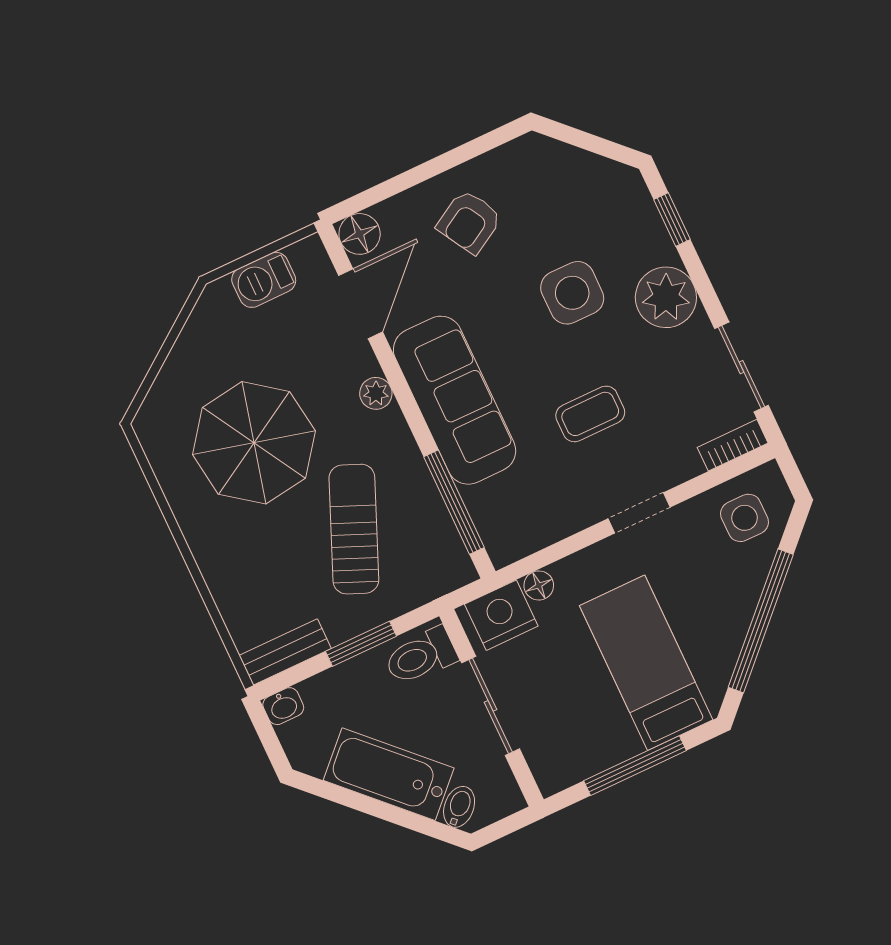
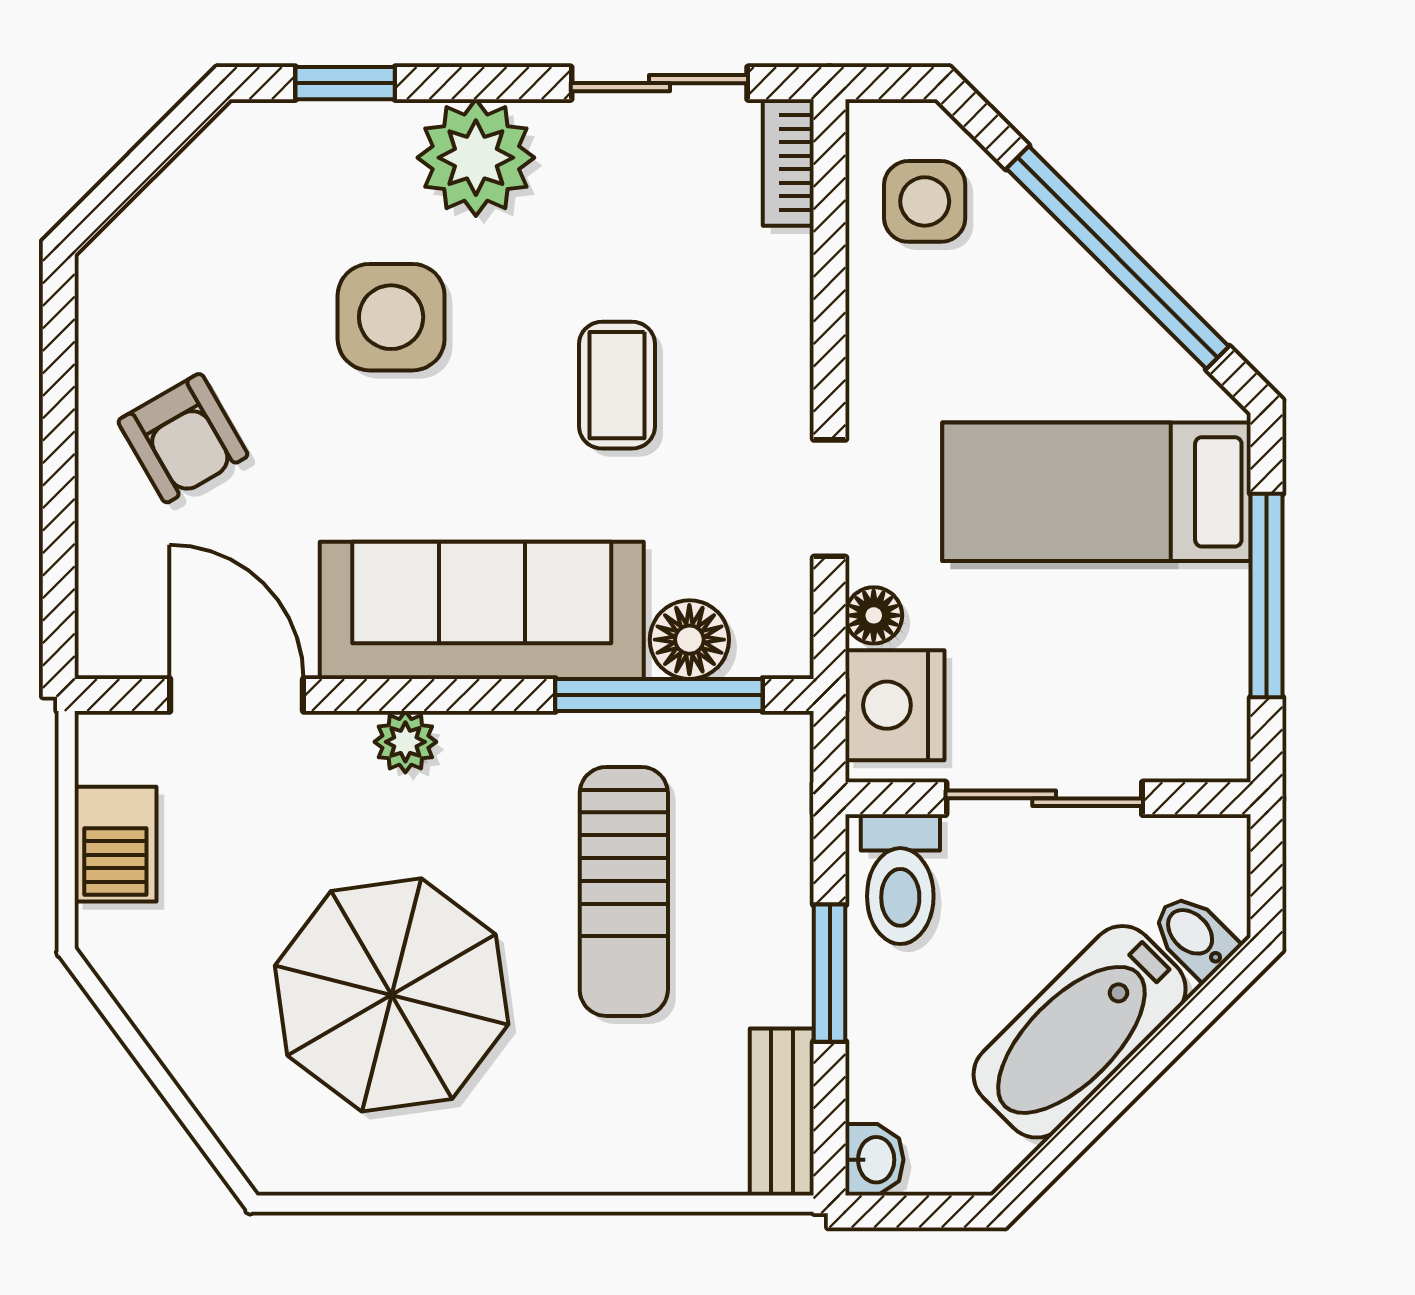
floor lamp: (360, 234) -> (689, 640), moved
doorway: (639, 513) -> (830, 498), moved
sun lounger: (354, 529) -> (624, 891), turned -113

